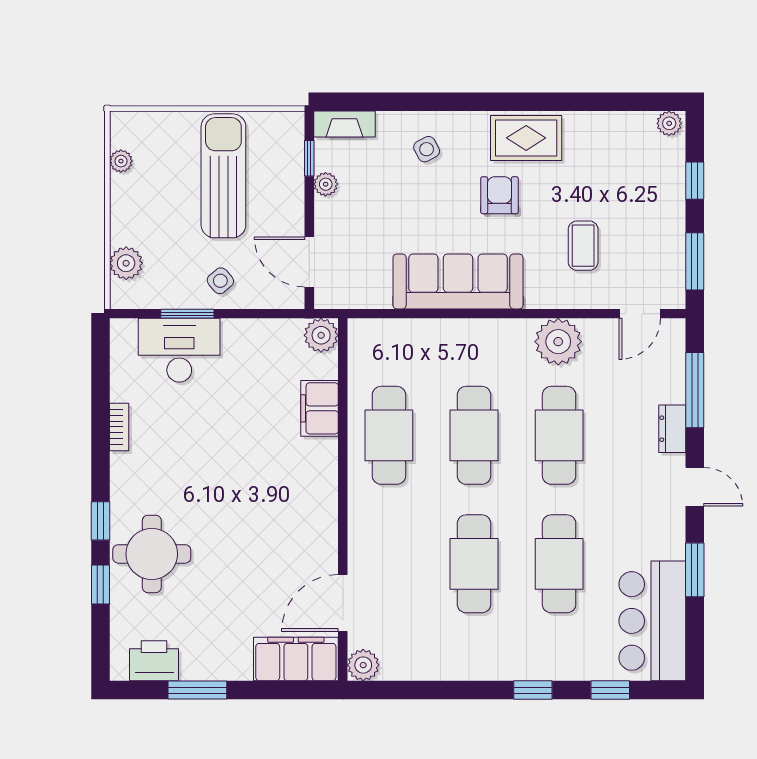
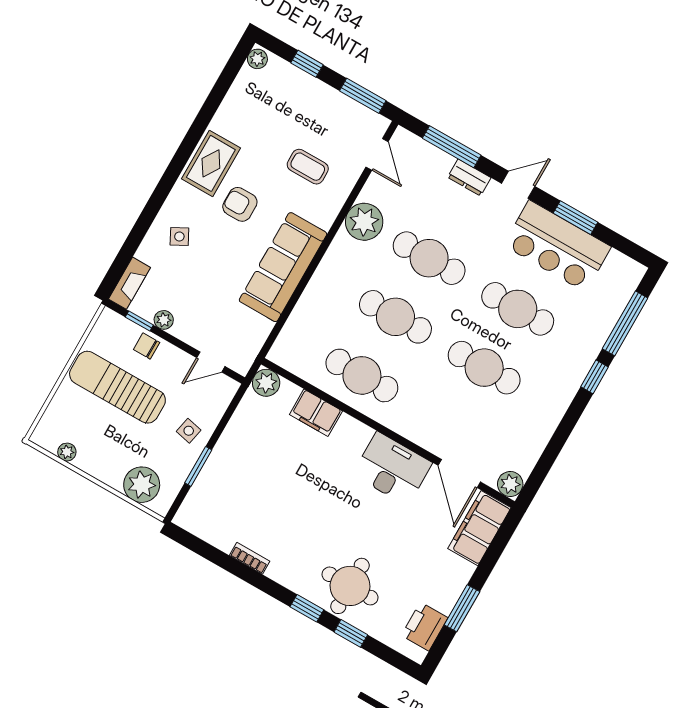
chair: (287, 182) -> (147, 346), added
door: (309, 262) -> (211, 362), width x0.73
plant: (126, 263) -> (142, 485), width x1.36, depth x1.36
side table: (220, 281) -> (189, 431), turned -38
desk: (179, 350) -> (392, 469), moved, turned 90
bar counter: (652, 621) -> (557, 246), moved
window: (610, 690) -> (625, 323), width x2.17

